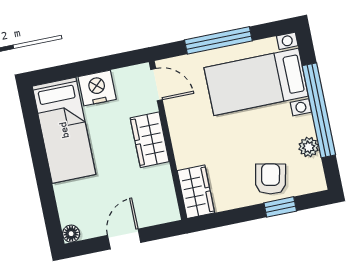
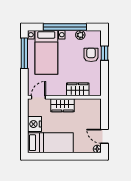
window: (218, 40) -> (24, 53), moved
armchair: (271, 179) -> (91, 55), turned 78
wardrobe: (196, 192) -> (78, 89), moved
door: (124, 239) -> (104, 136), moved

